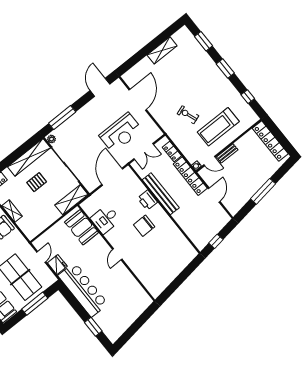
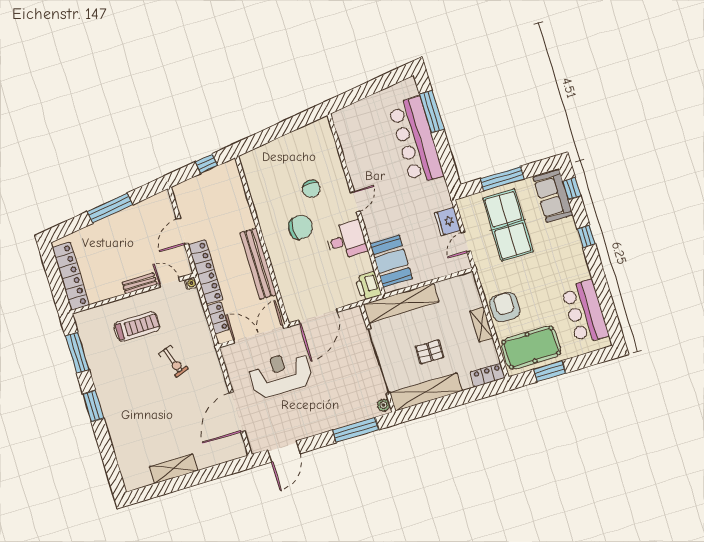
window: (203, 41) -> (109, 458), removed
window: (248, 97) -> (77, 353), width x2.17
treadmill: (218, 127) -> (137, 327), width x0.73, depth x0.73
double door: (144, 152) -> (258, 334), width x1.37
shelving: (71, 200) -> (401, 303), width x1.47
printer: (147, 200) -> (368, 286), moved, turned 180
desk: (106, 219) -> (346, 240), moved
chair: (147, 252) -> (311, 189), added
bar counter: (83, 290) -> (416, 140), moved
window: (93, 327) -> (432, 112), width x1.44

